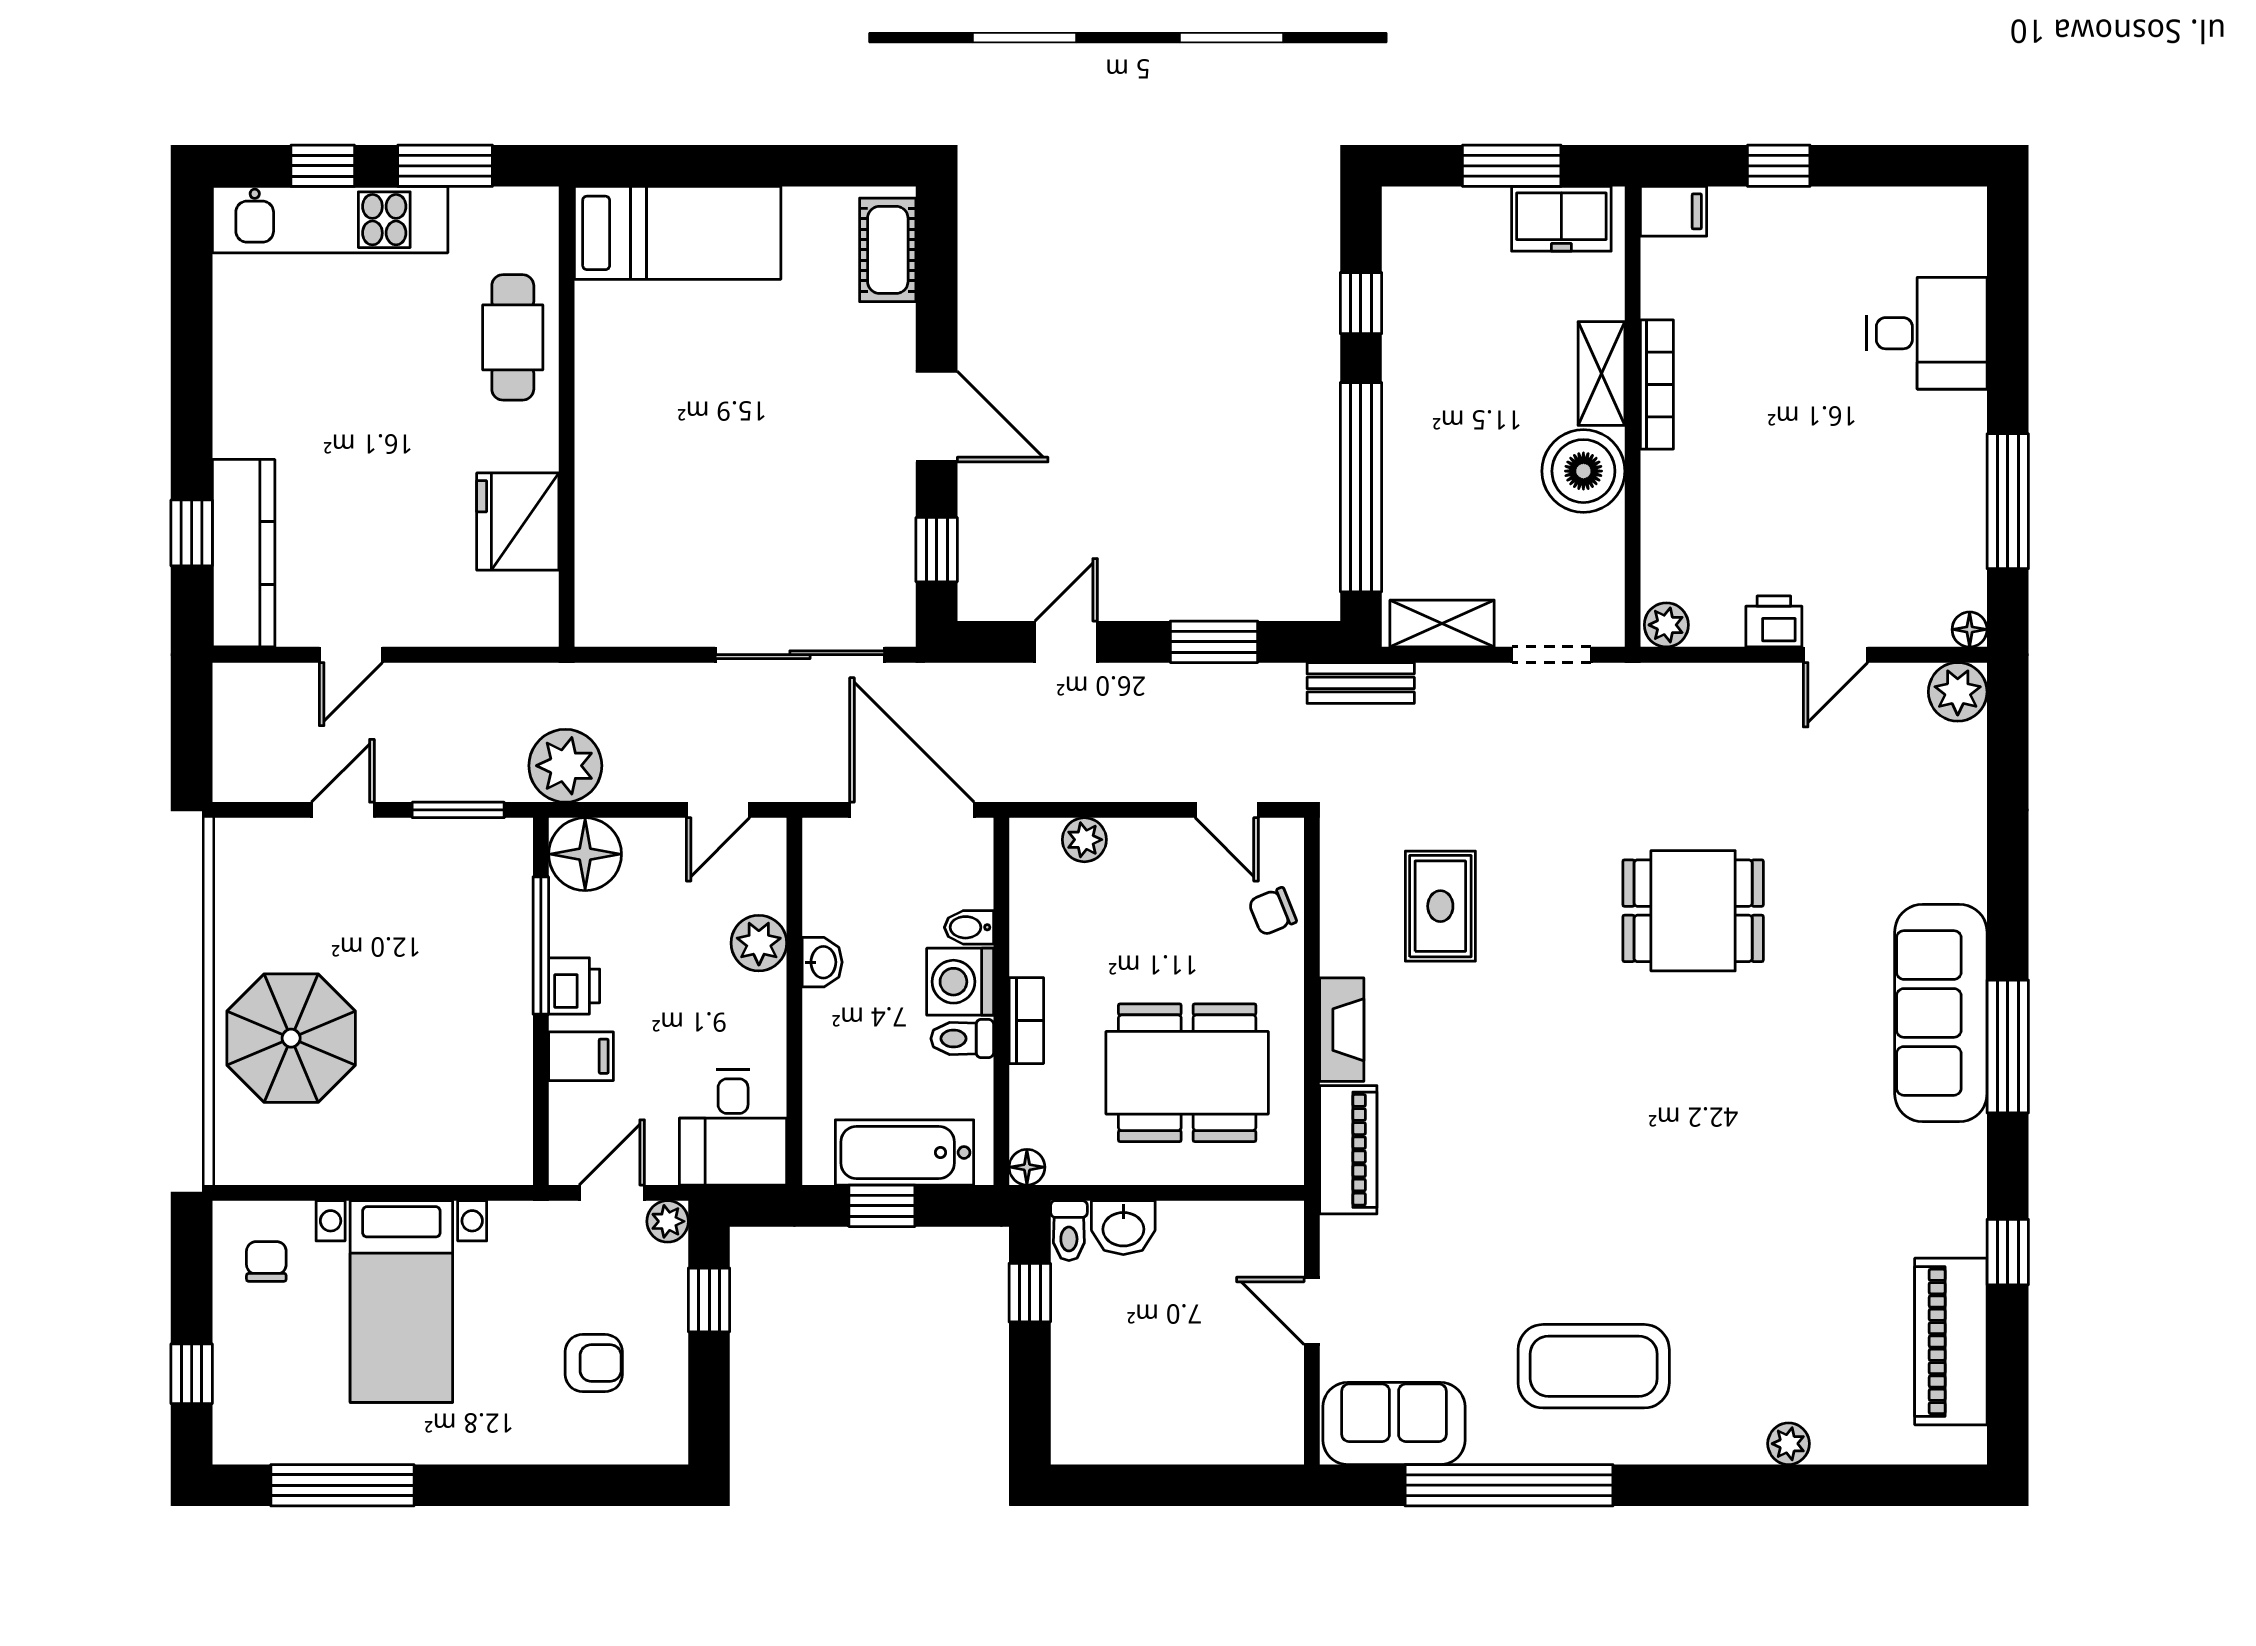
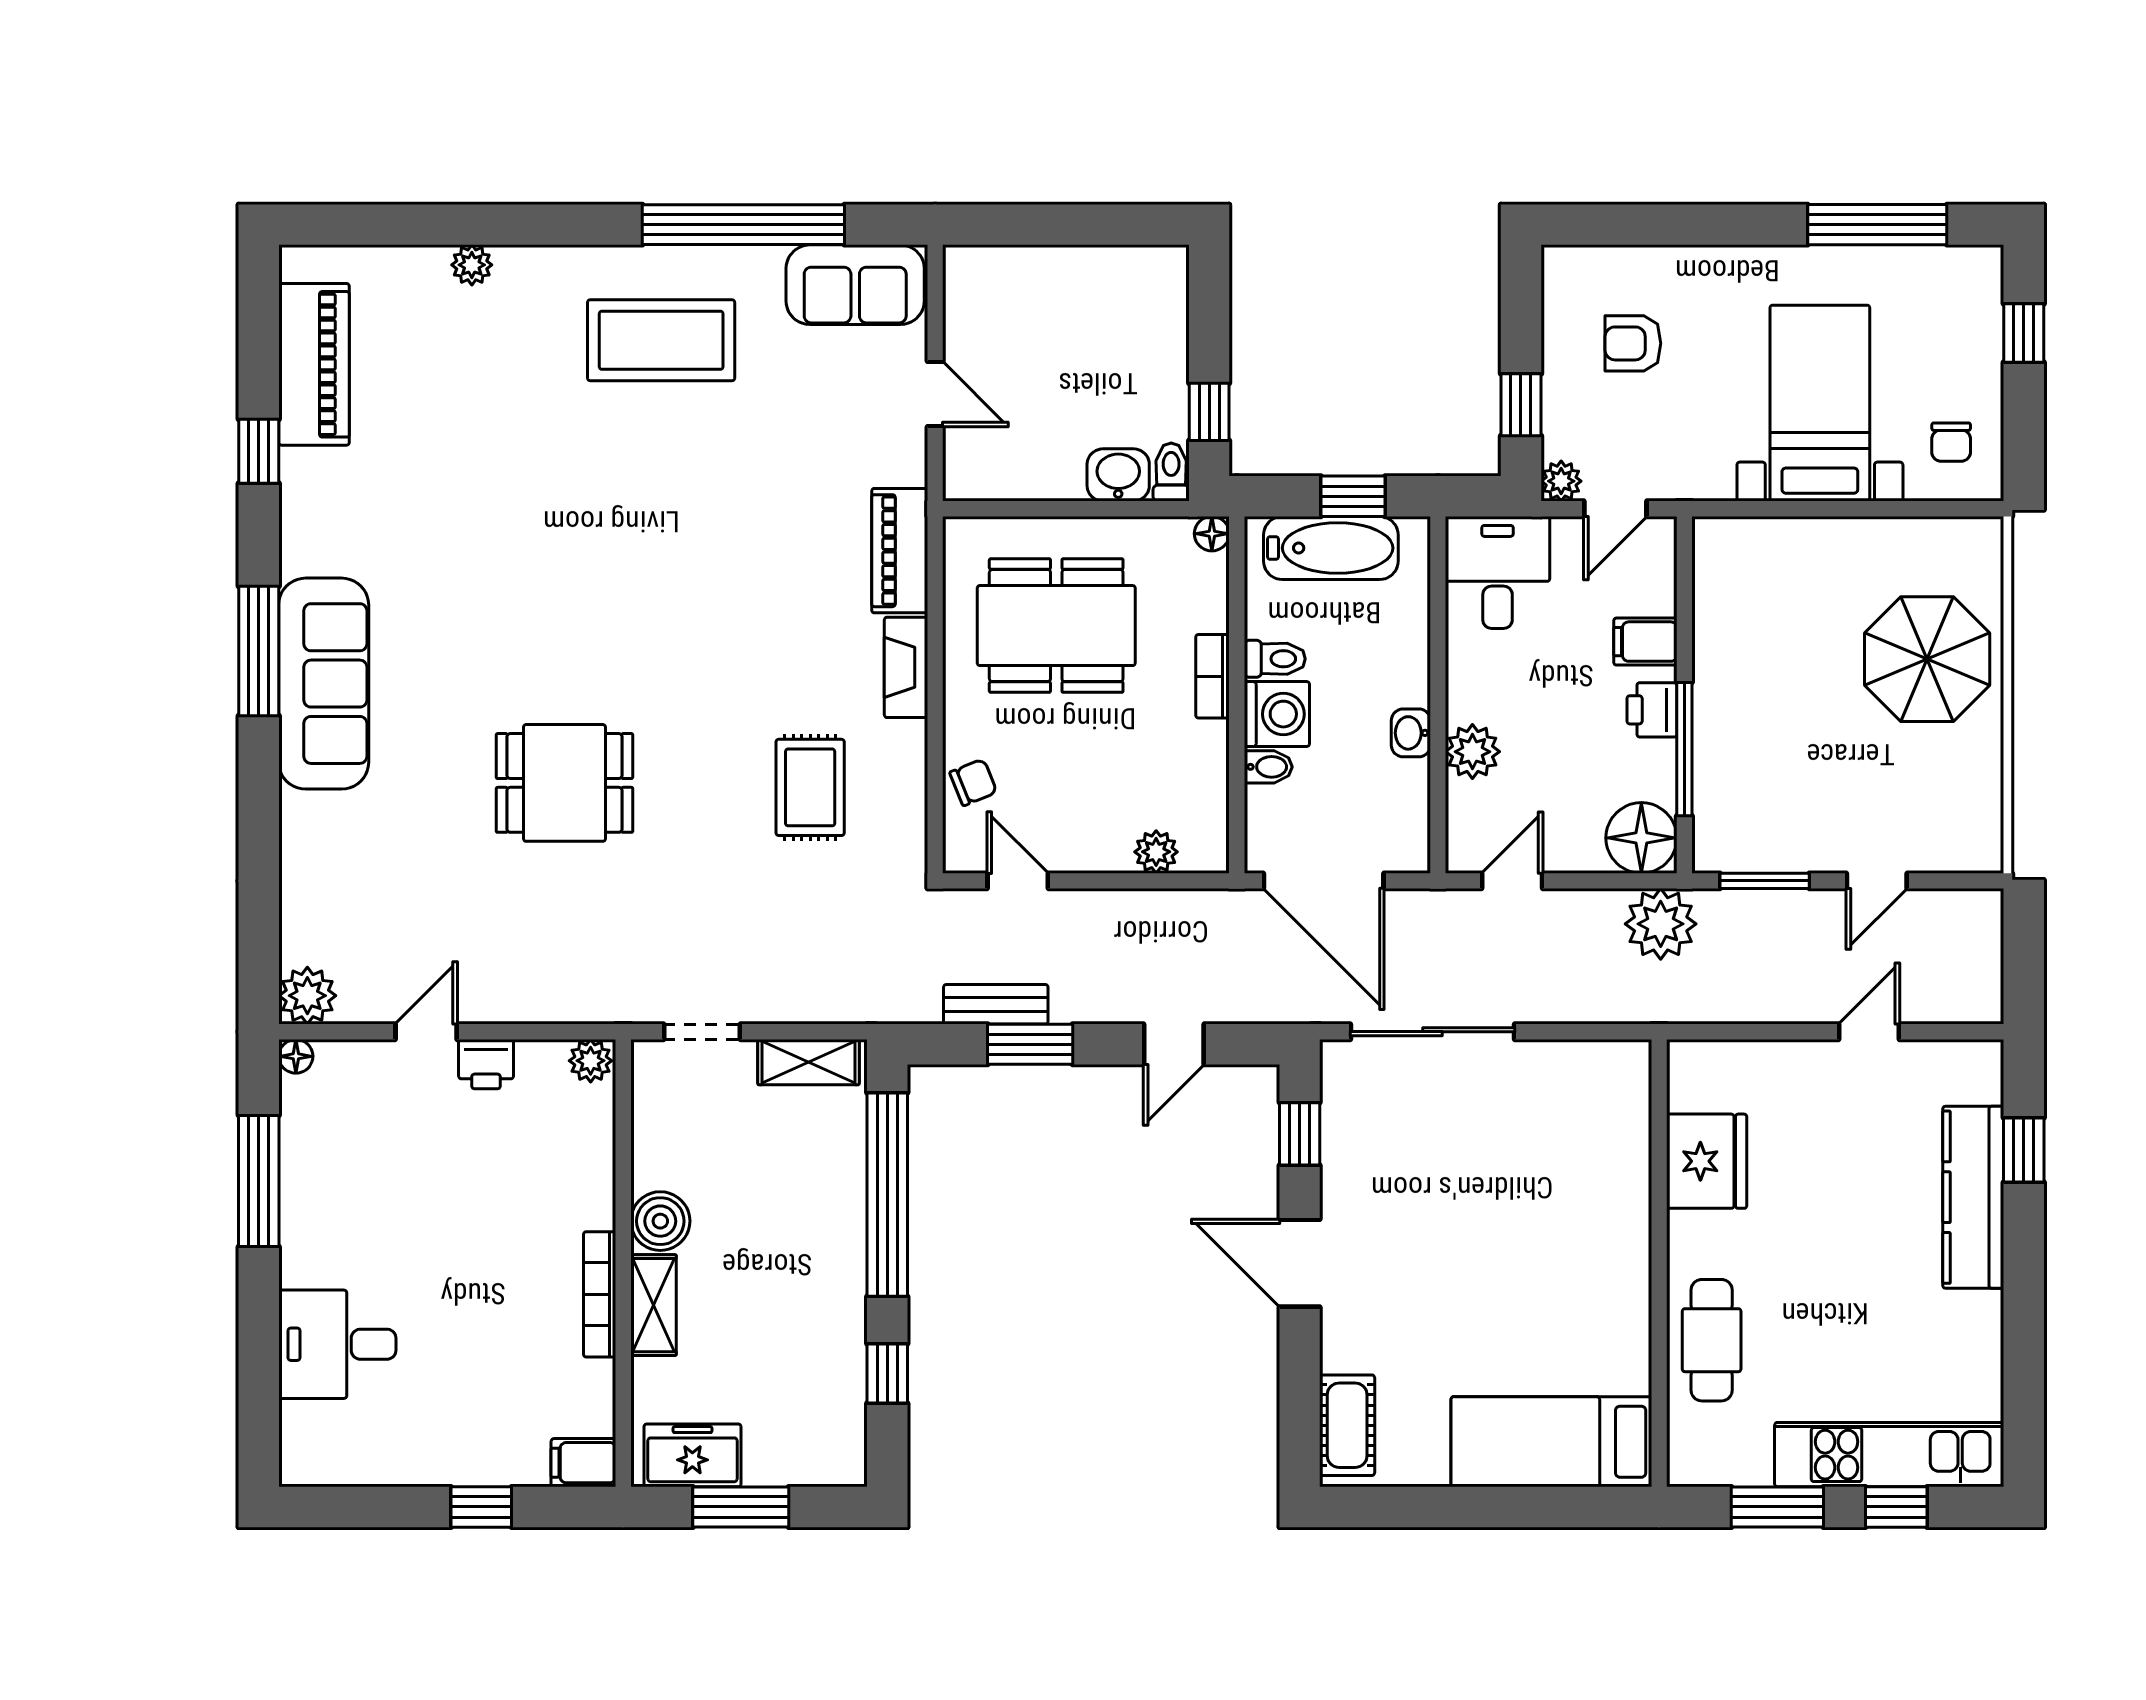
boiler: (1583, 471) -> (660, 1221), width x0.73, depth x0.73
kitchen counter: (244, 553) -> (1973, 1197), moved
bench: (1361, 683) -> (996, 1004), moved

